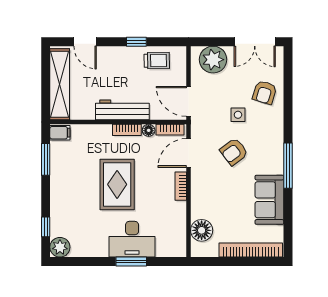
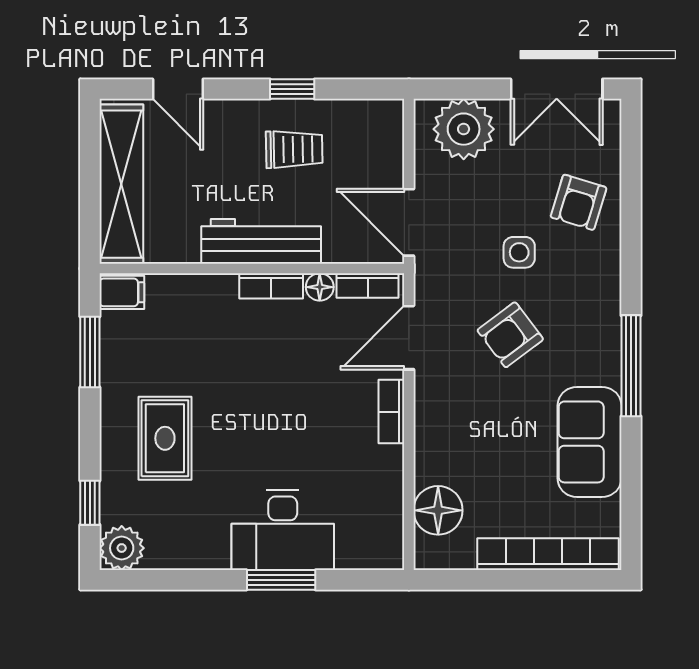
trolley: (157, 61) -> (294, 149), moved
rug: (117, 184) -> (165, 438), moved, width x0.73, depth x0.70

